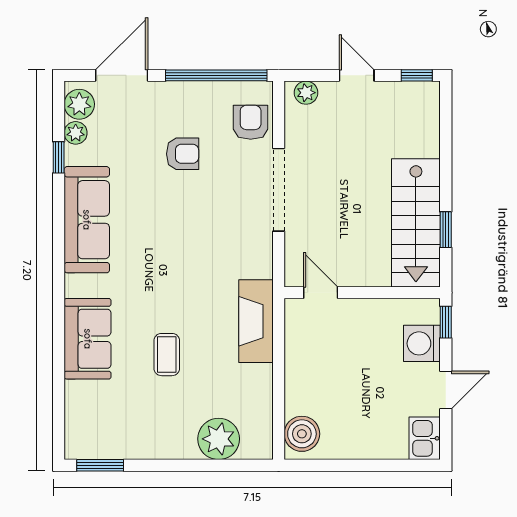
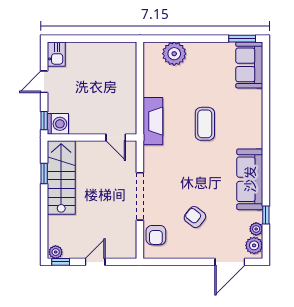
window: (216, 75) -> (176, 262), removed
door: (357, 75) -> (95, 262), swing flipped
plant: (306, 93) -> (56, 252), moved
armchair: (183, 154) -> (195, 217), turned 38
sofa: (88, 339) -> (249, 65), moved
washing machine: (422, 343) -> (58, 124), moved
coffee table: (167, 355) -> (205, 124), moved, width x1.36, depth x1.30
boiler: (302, 434) -> (127, 57), removed

